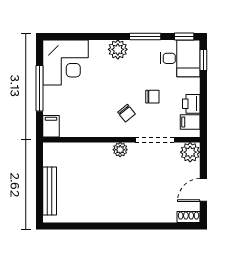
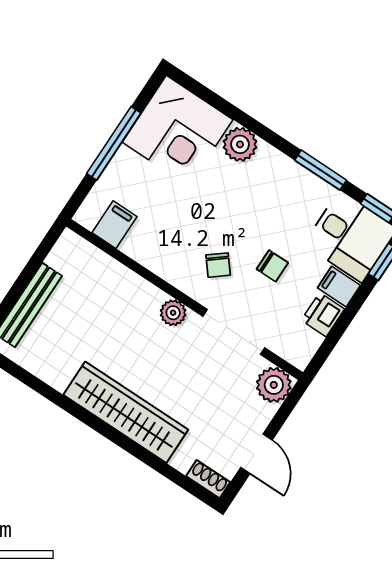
plant: (118, 49) -> (240, 144), moved
filing cabinet: (190, 122) -> (339, 287), moved
filing cabinet: (51, 126) -> (115, 225), moved
door: (203, 190) -> (256, 454), swing flipped
wardrobe: (129, 211) -> (126, 412), added

